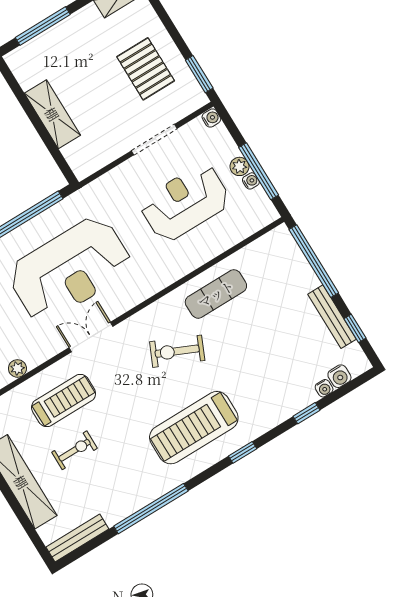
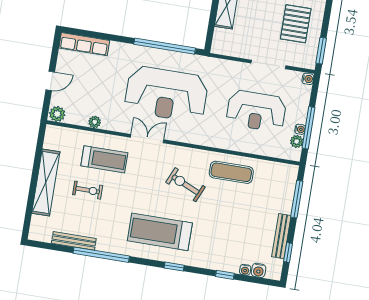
plant: (239, 166) -> (297, 141), moved
reception desk: (185, 203) -> (256, 111), turned 180
window: (314, 261) -> (297, 199), width x0.68
bench: (77, 538) -> (74, 241), moved

